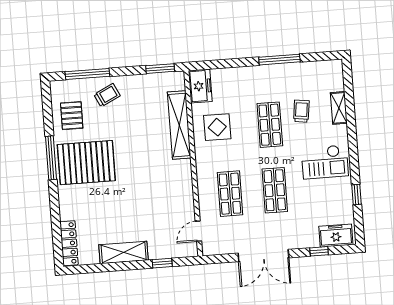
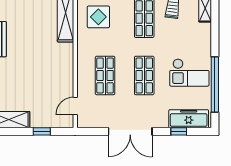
checkout: (325, 162) -> (189, 73), moved
window: (357, 194) -> (215, 84), width x3.17
freezer: (336, 236) -> (189, 119), width x1.40

